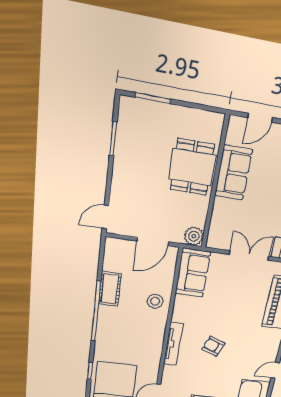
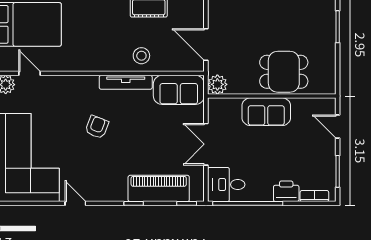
sofa: (233, 173) -> (266, 112), moved
double door: (249, 255) -> (206, 144), swing flipped
tv unit: (173, 344) -> (126, 82), moved

